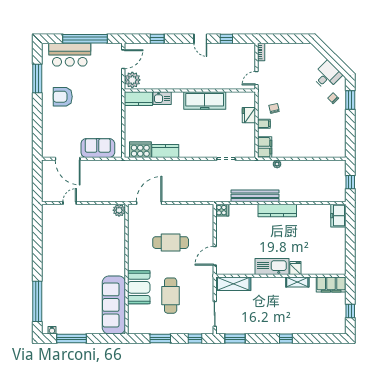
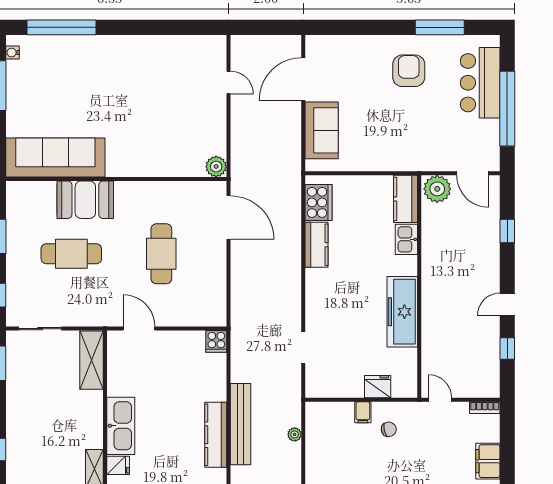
filing cabinet: (265, 147) -> (488, 461), moved, turned 90
bench: (255, 196) -> (241, 424), moved

